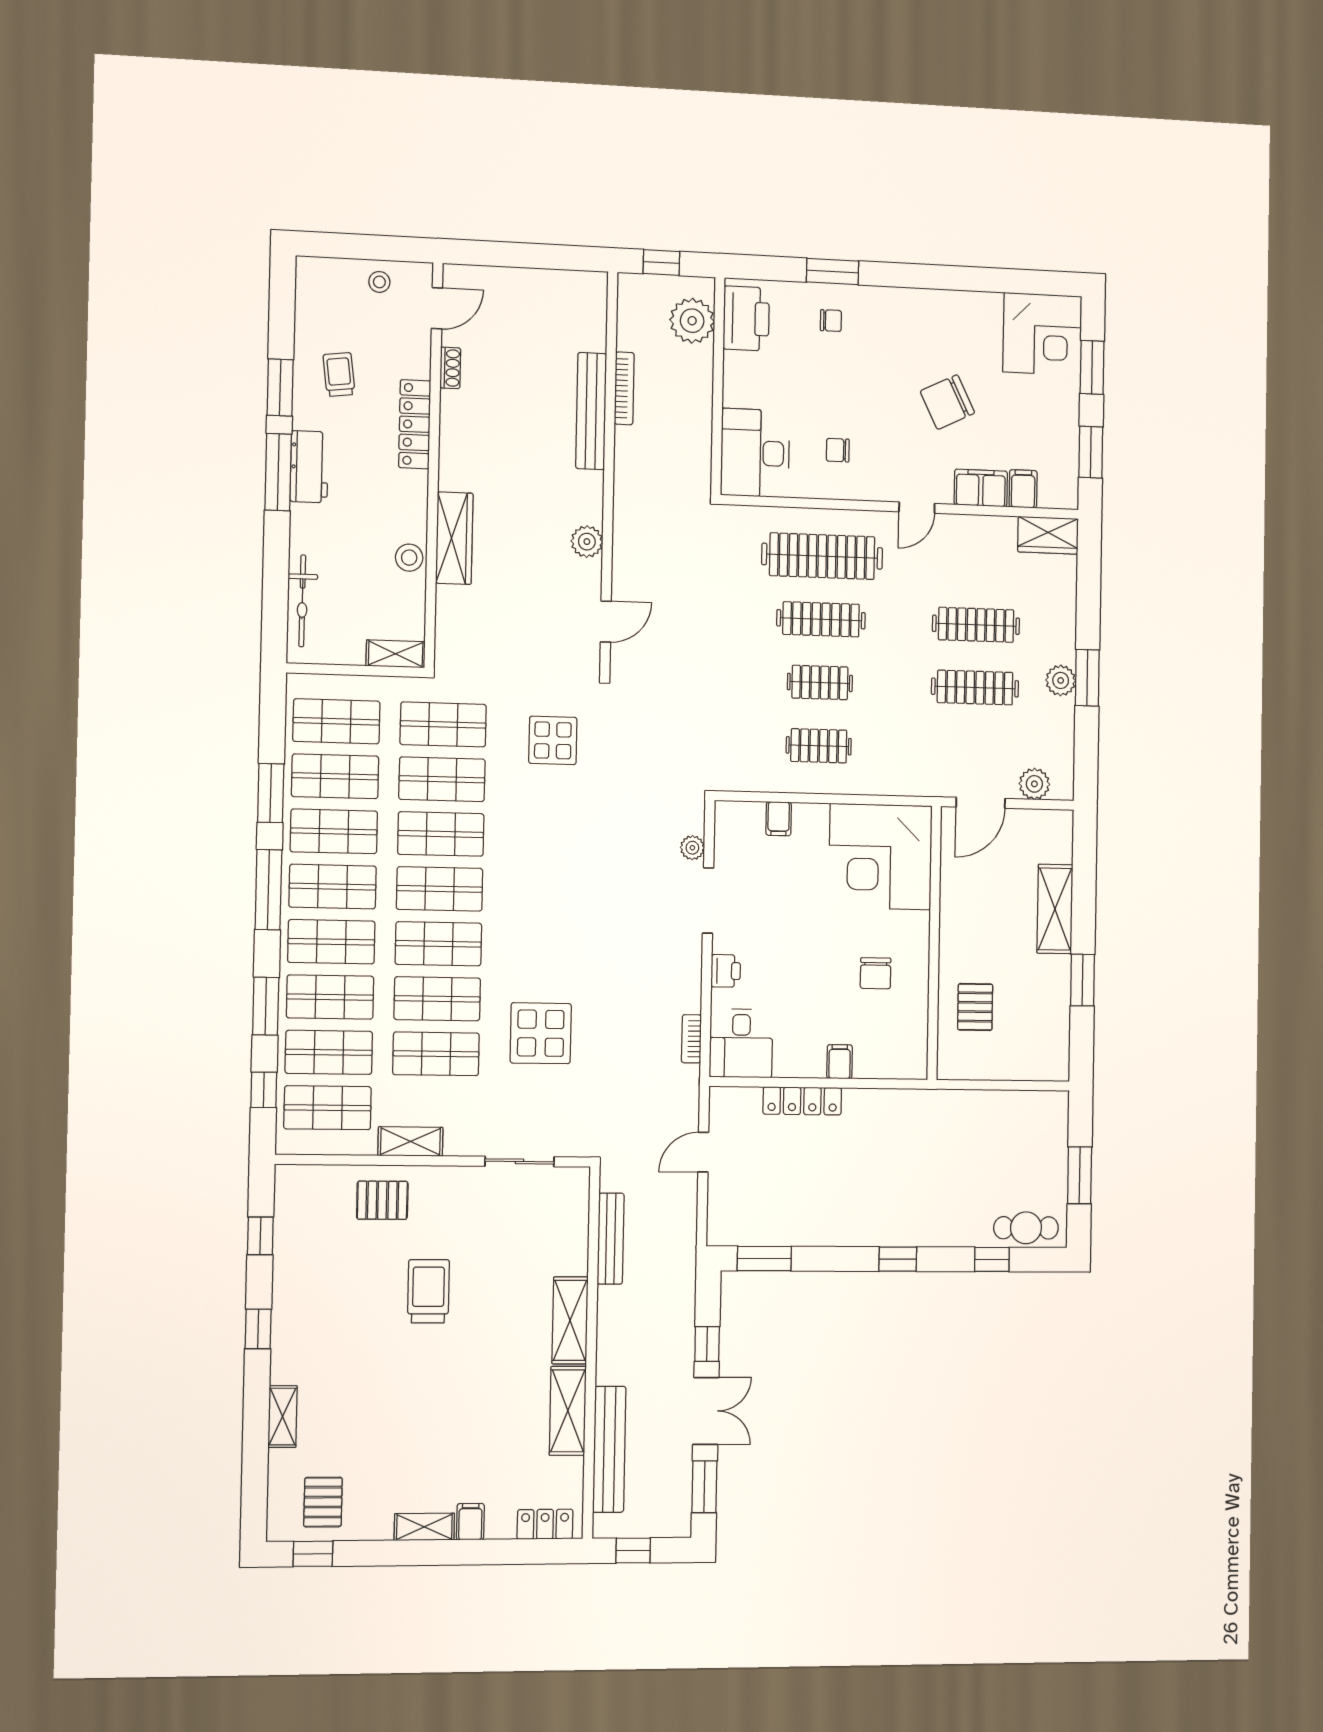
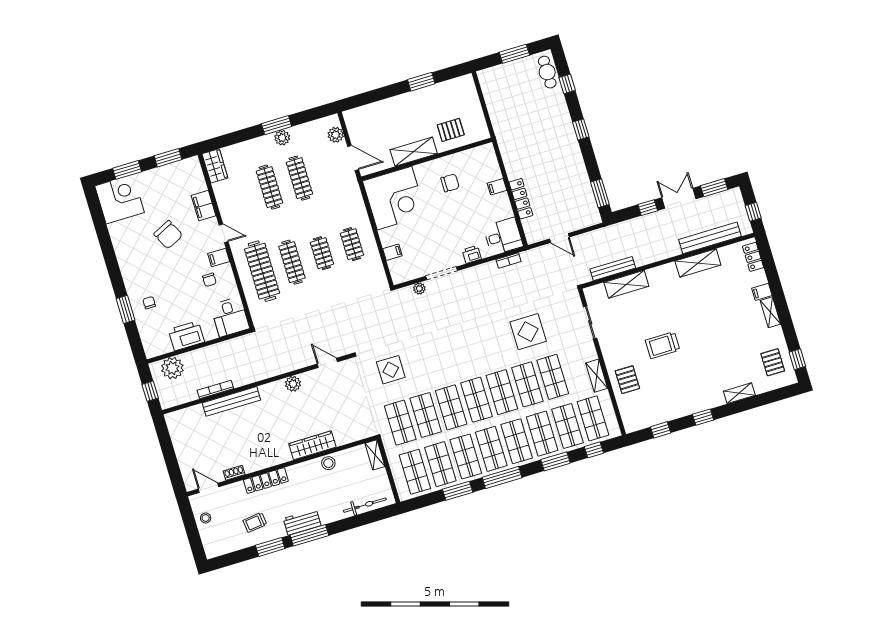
printer: (746, 318) -> (186, 336), moved
desk: (755, 453) -> (230, 317), width x0.73
filing cabinet: (1023, 489) -> (219, 258), moved
shelving: (1055, 909) -> (414, 152), moved
shelving: (570, 1320) -> (626, 284), moved
pallet: (323, 1502) -> (773, 362), turned 90

